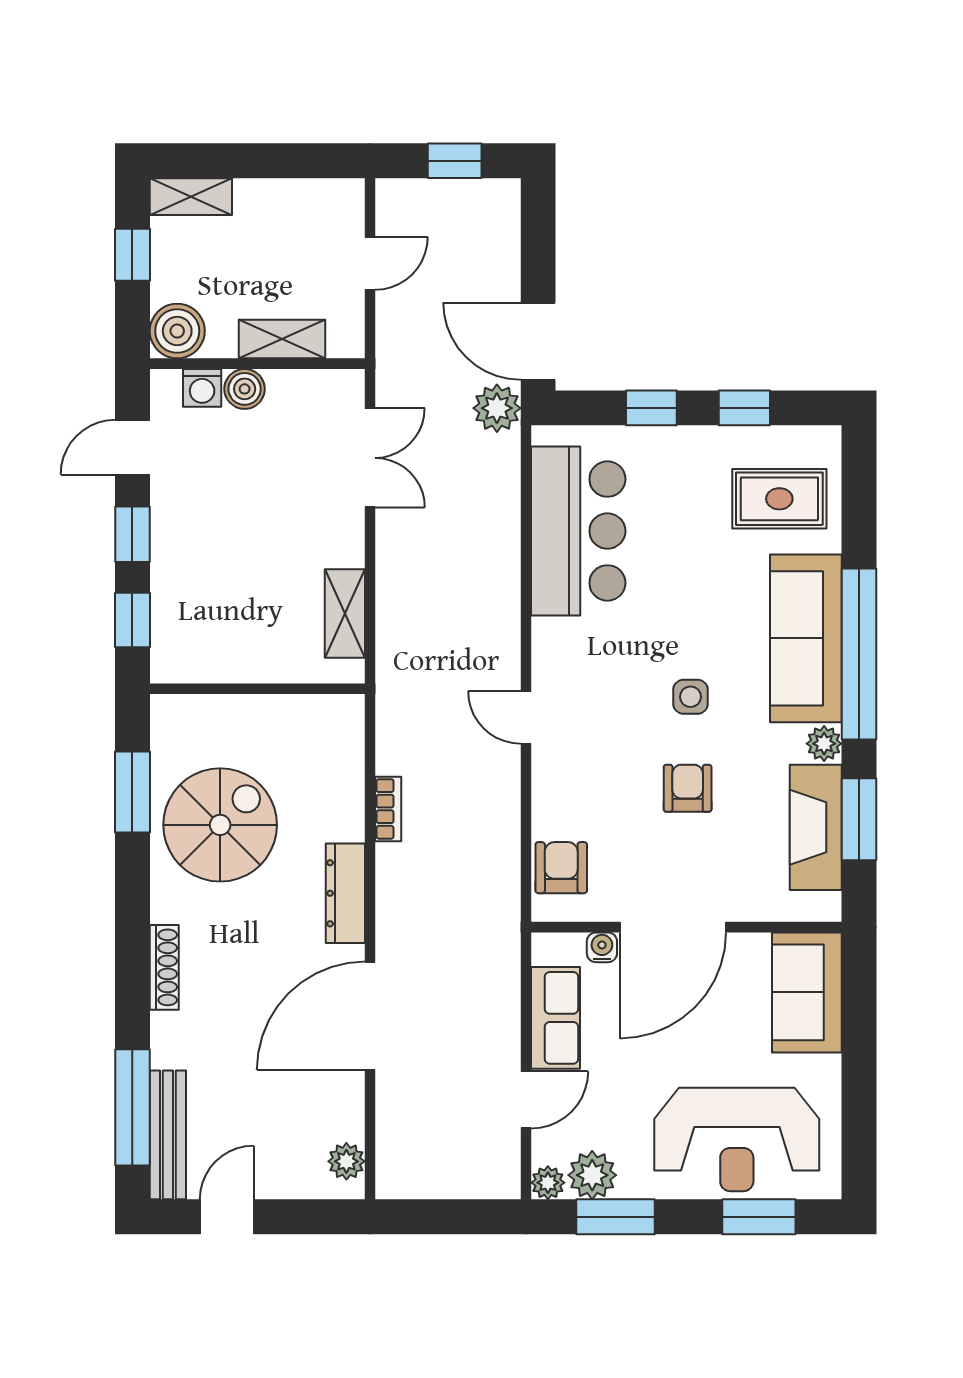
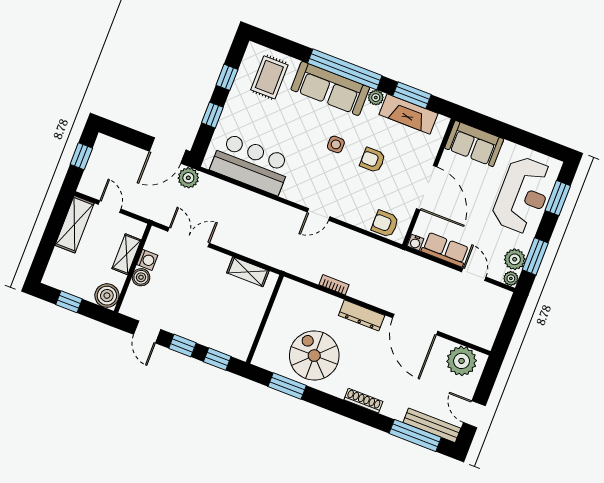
shelving: (191, 197) -> (75, 224), moved, width x1.50, depth x1.33
washing machine: (202, 388) -> (147, 260), moved
water cooler: (602, 947) -> (415, 242), moved, turned -90
plant: (346, 1161) -> (462, 361), width x1.88, depth x1.88

